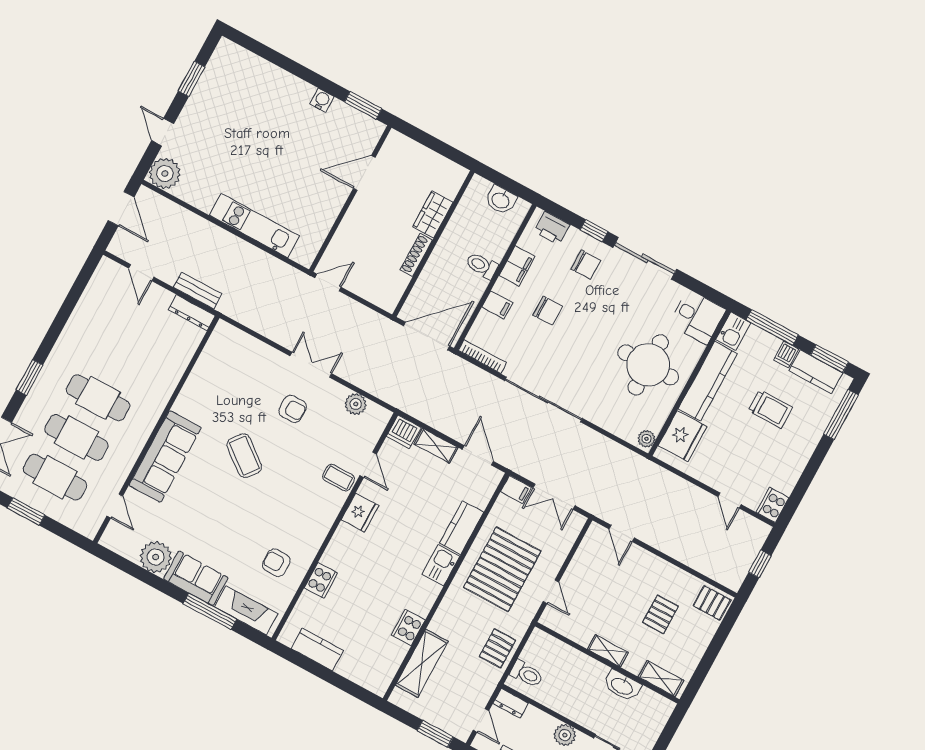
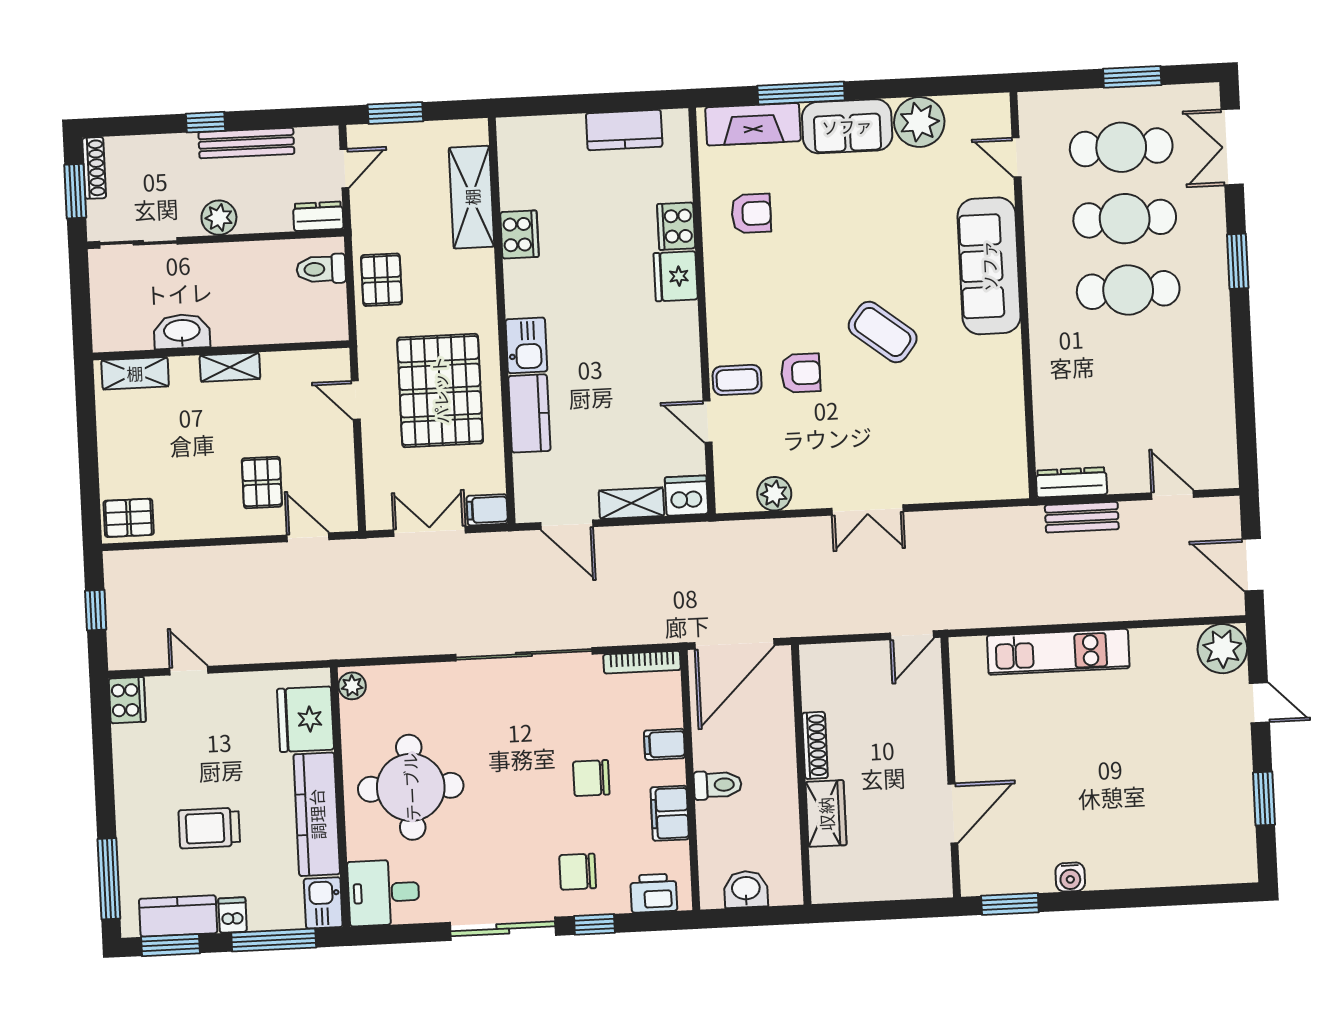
armchair: (293, 409) -> (801, 373), moved, turned 180
fridge: (360, 513) -> (676, 276), moved
pallet: (660, 614) -> (262, 482), moved
door: (481, 720) -> (344, 168), swing flipped

